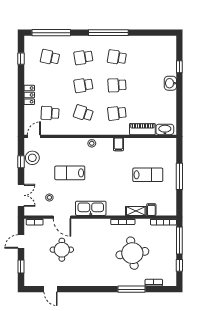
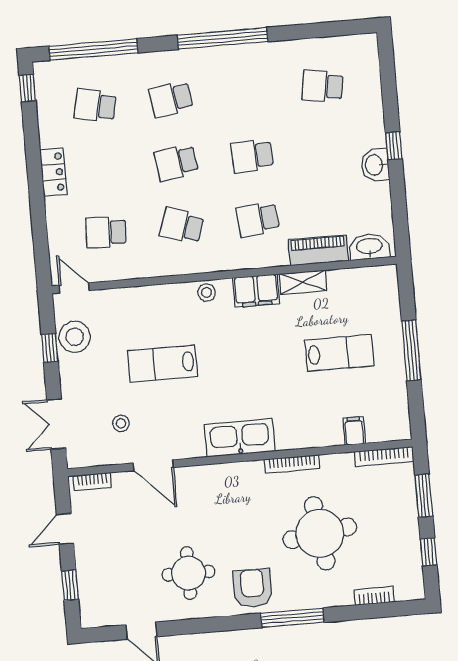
school desk: (117, 57) -> (322, 86), moved
window: (21, 59) -> (27, 88), moved
window: (179, 67) -> (394, 146), moved
washbasin: (170, 83) -> (375, 165), moved
locker: (29, 95) -> (53, 172), moved
door: (34, 136) -> (74, 288), hinge flipped
filing cabinet: (118, 144) -> (256, 291), width x2.00
double door: (21, 195) -> (56, 424), swing flipped
kitchen sink: (91, 208) -> (240, 438), moved
shelving: (136, 211) -> (303, 282), moved
window: (179, 241) -> (424, 496), width x0.69
round table: (62, 250) -> (188, 573), moved
armchair: (101, 275) -> (252, 588), added
window: (131, 289) -> (292, 618), moved

